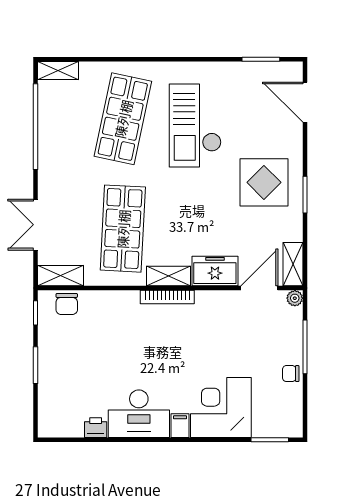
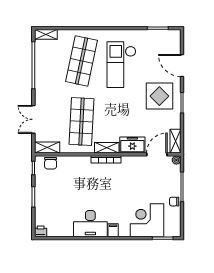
door: (305, 102) -> (182, 66), moved
corner desk: (221, 407) -> (147, 220), moved
printer: (96, 428) -> (41, 231), moved

